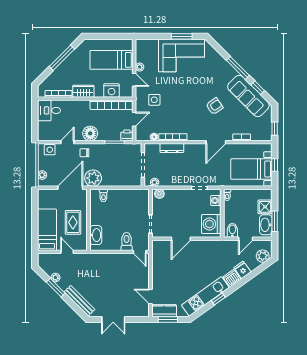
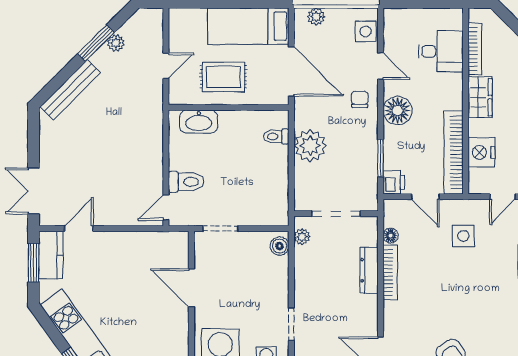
desk: (49, 110) -> (441, 51), moved, turned 90
plant: (93, 178) -> (310, 146), moved
bed: (47, 230) -> (248, 26), moved, turned 180
double door: (113, 320) -> (34, 191), moved

